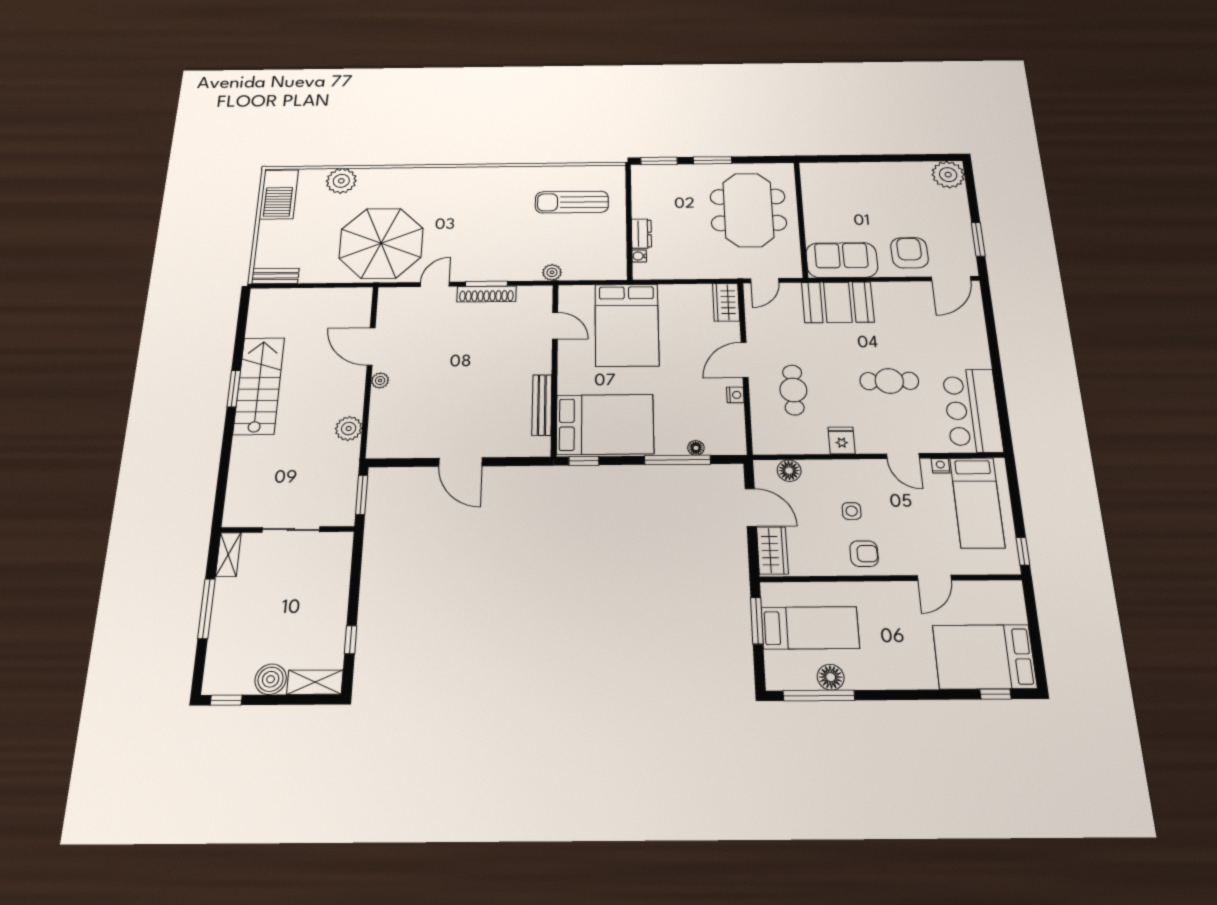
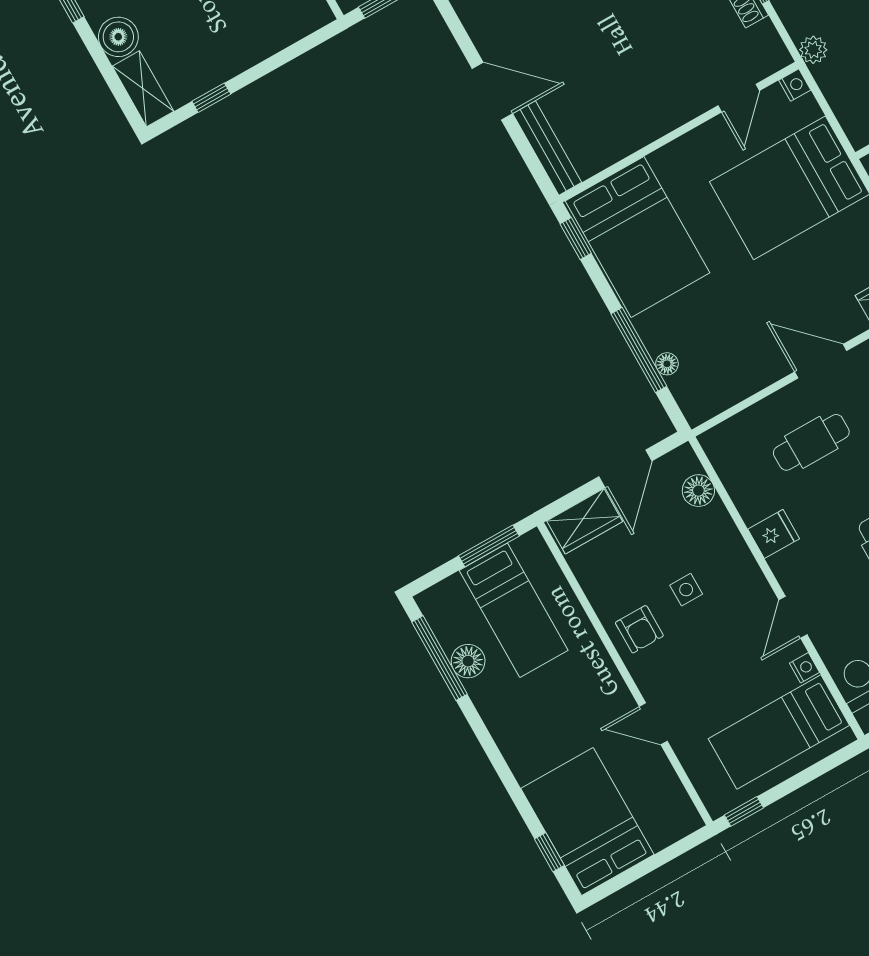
nightstand: (735, 395) -> (795, 85), moved, turned -90
bench: (542, 405) -> (547, 148), moved, turned 90
door: (460, 462) -> (492, 91), swing flipped

